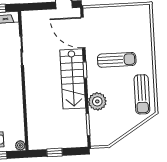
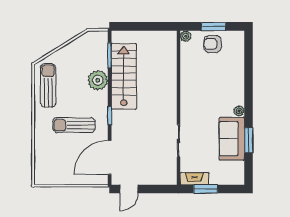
door: (83, 32) -> (110, 157), swing flipped
stairs: (73, 79) -> (124, 76), moved
window: (55, 152) -> (148, 26), removed

